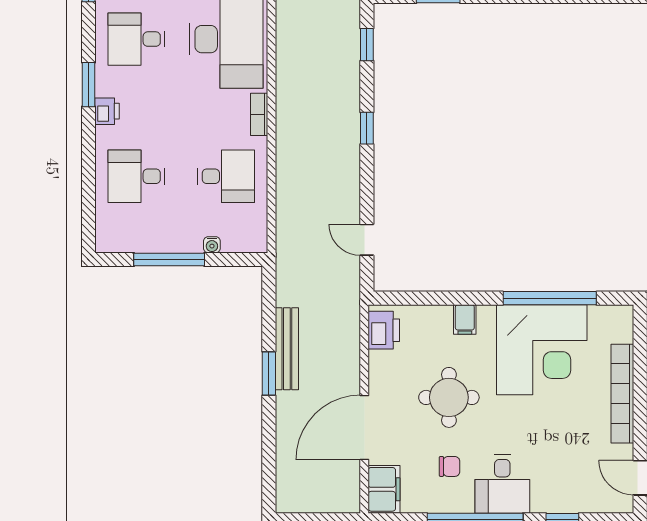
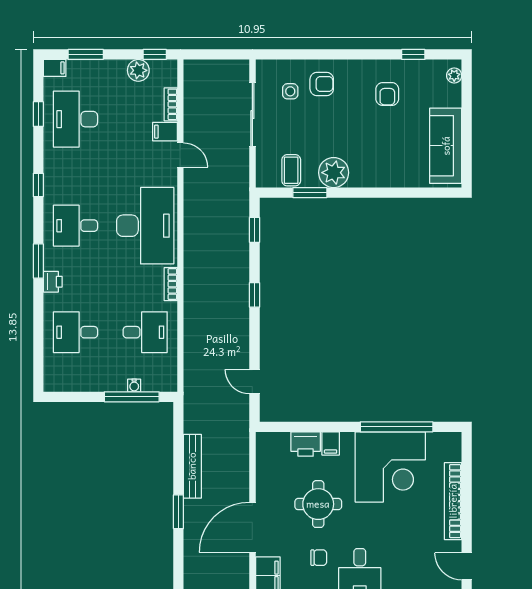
window: (169, 259) -> (132, 397), moved
printer: (384, 330) -> (306, 444), moved, turned 90
window: (269, 373) -> (178, 512), moved

